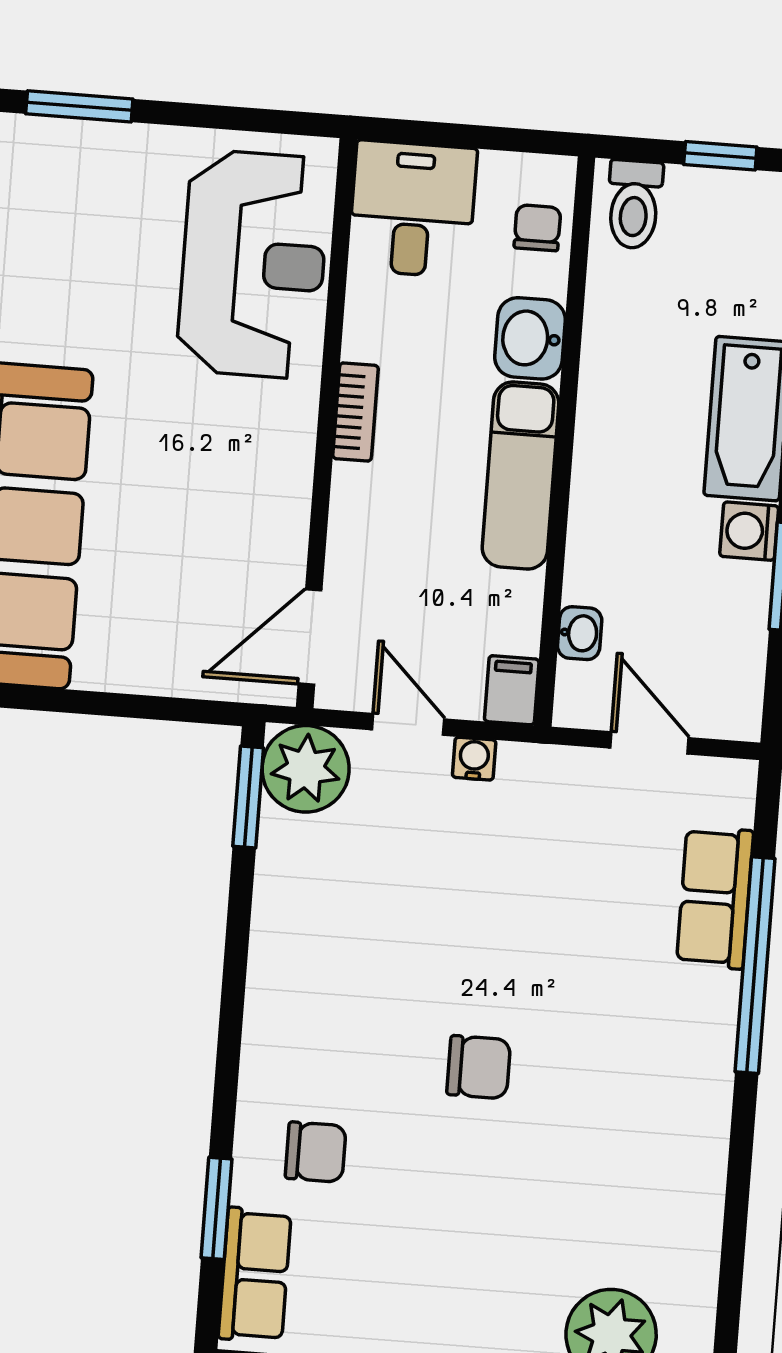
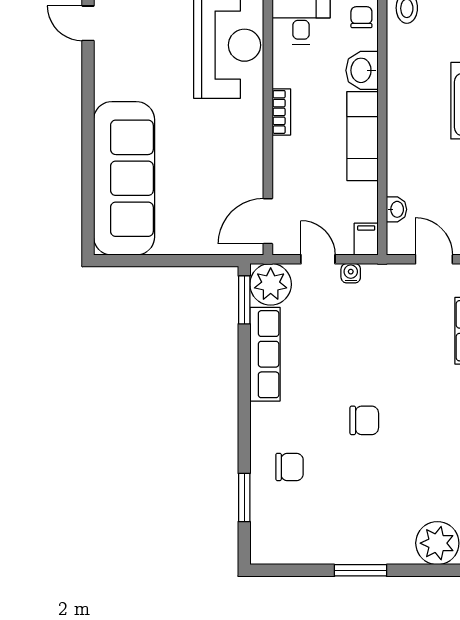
row of seats: (255, 1275) -> (265, 354), moved, width x1.48

